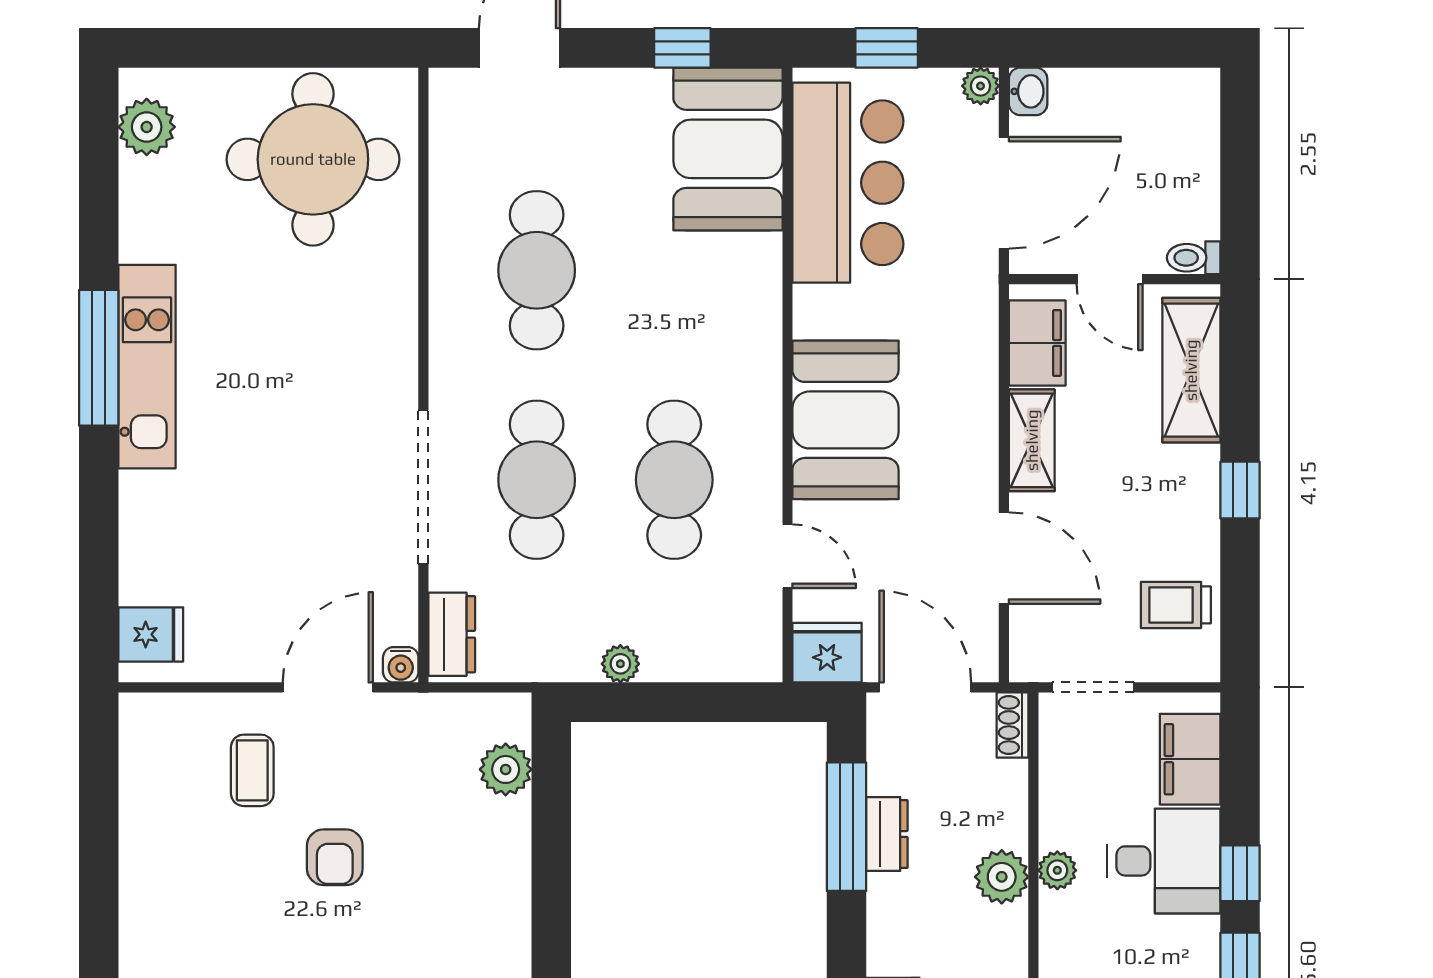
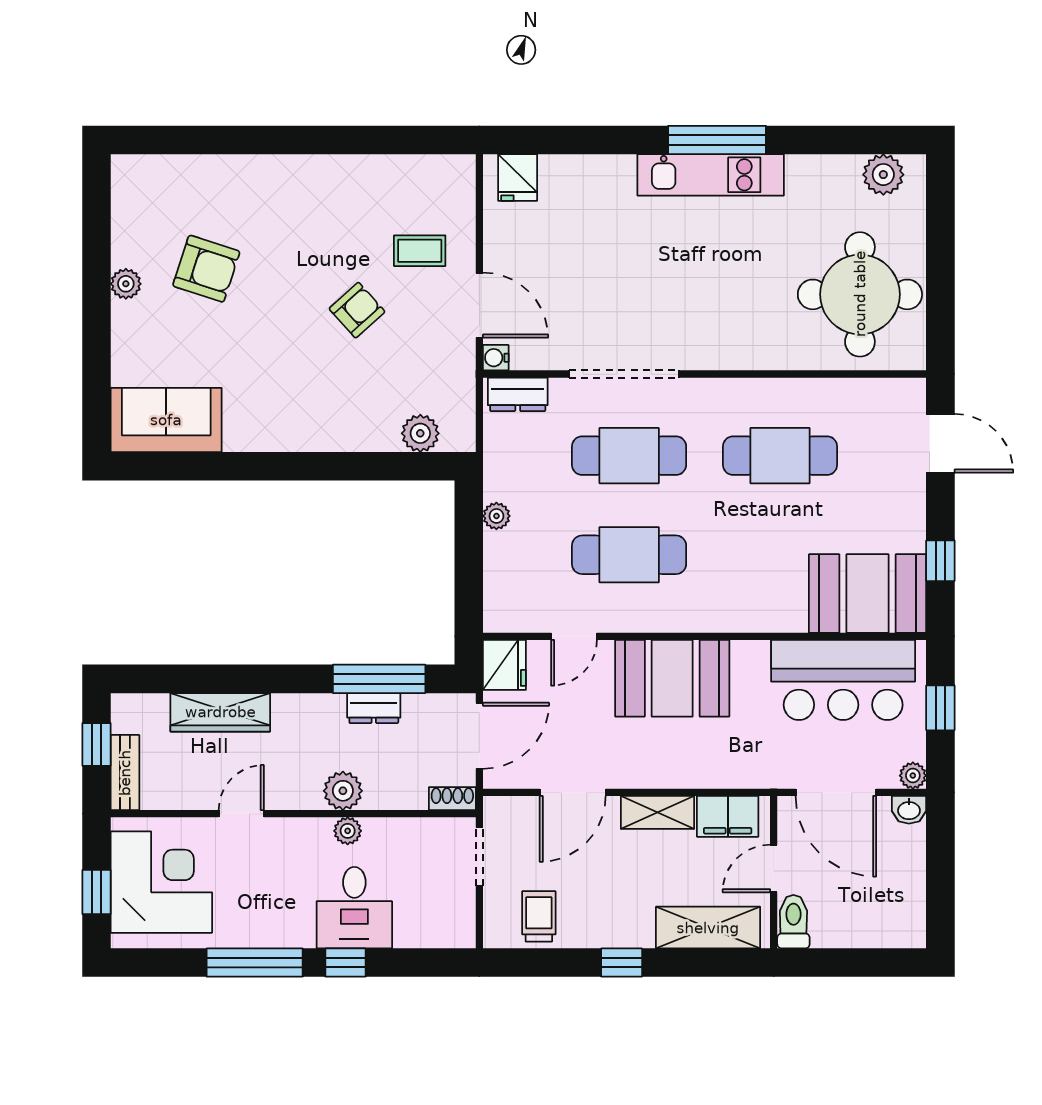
toilet: (1194, 258) -> (793, 922), width x1.37, depth x1.39
filing cabinet: (1190, 759) -> (428, 927), removed
armchair: (335, 857) -> (357, 310), turned 138

